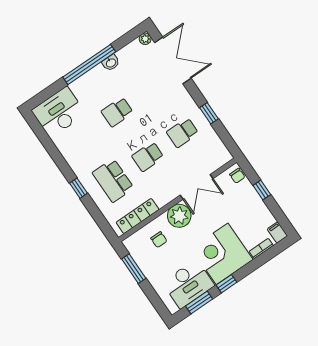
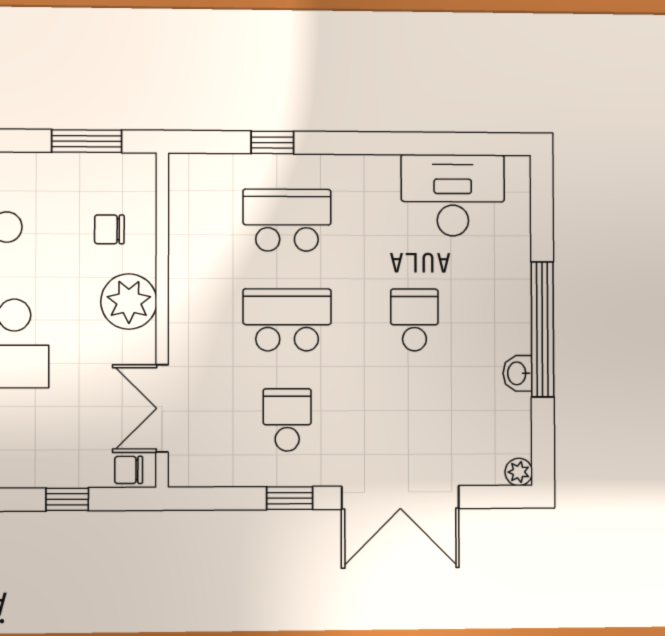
double door: (173, 60) -> (400, 497), moved
desk: (59, 112) -> (453, 195), moved, turned -90
school desk: (148, 157) -> (287, 320), width x1.85
double door: (197, 187) -> (162, 408), moved
window: (78, 188) -> (272, 142), moved
locker: (138, 216) -> (185, 220), removed

